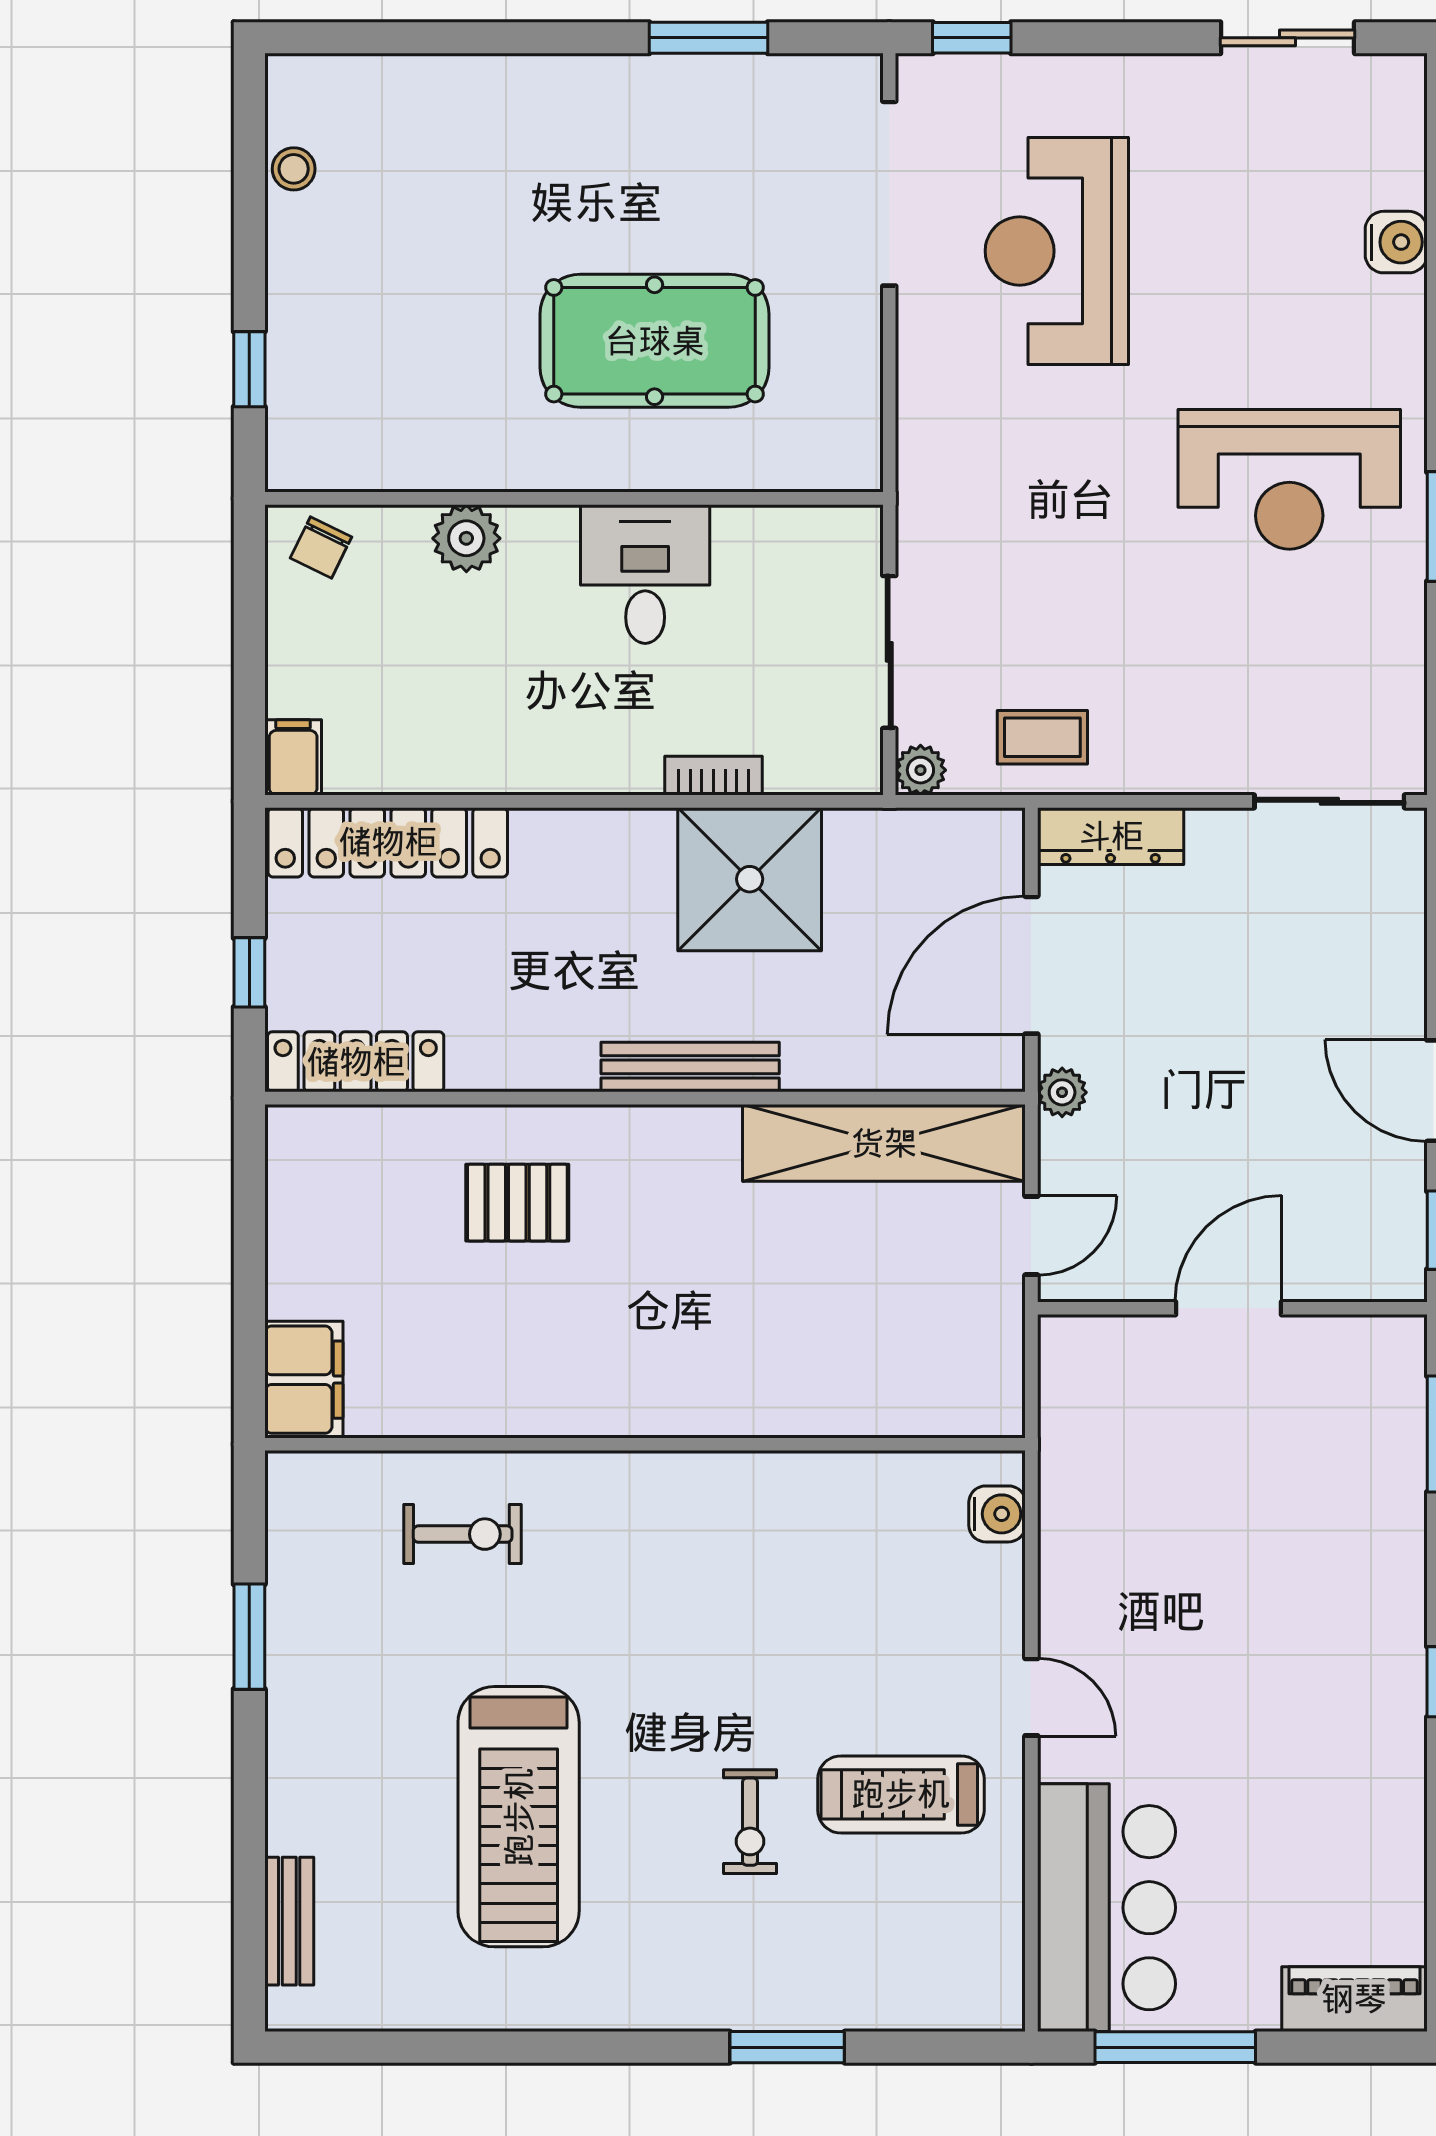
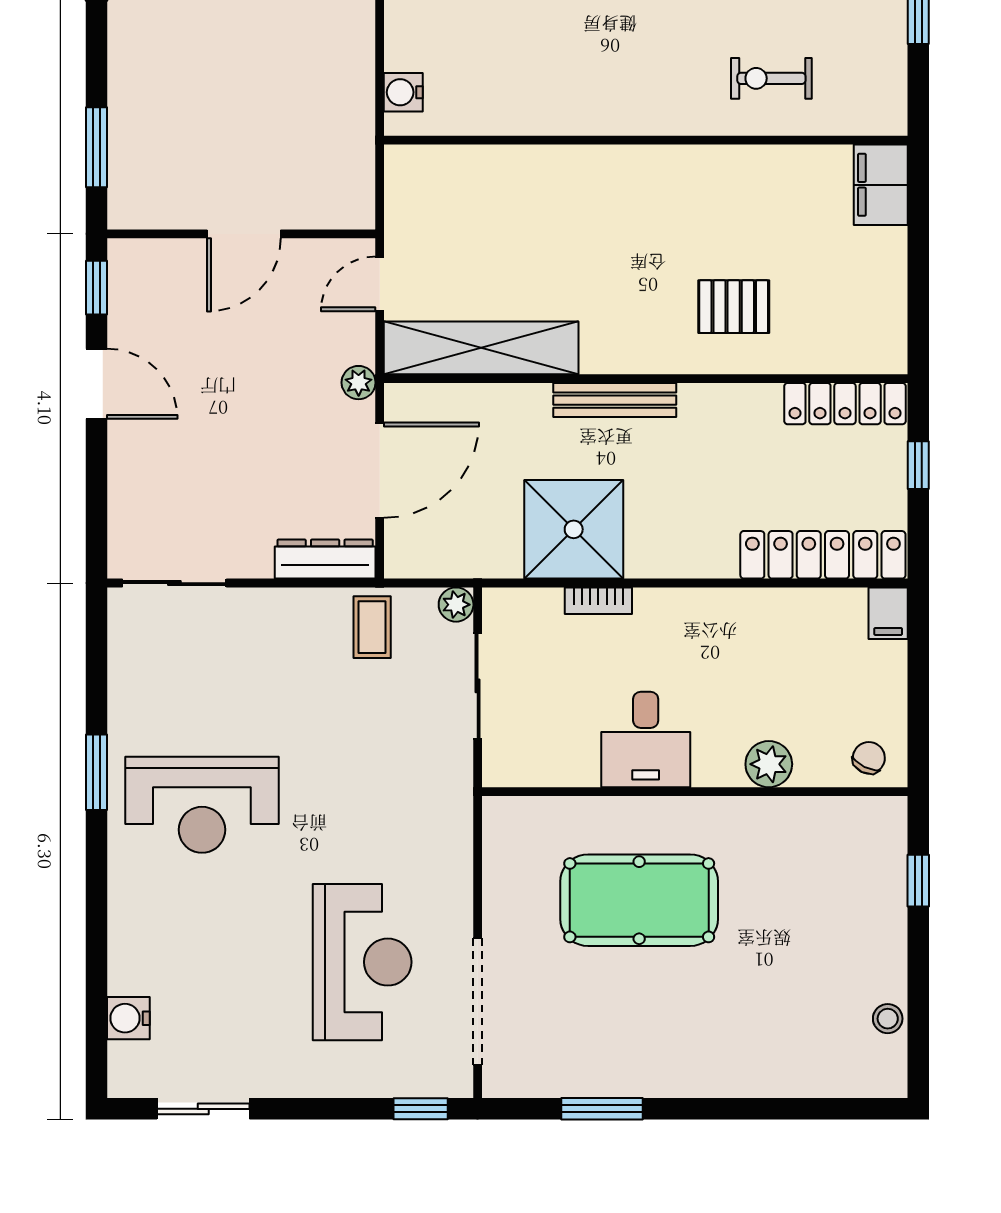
water cooler: (1396, 242) -> (128, 1018), moved
reception desk: (1289, 479) -> (202, 805), turned 180
coffee table: (1042, 737) -> (372, 627), turned 90

